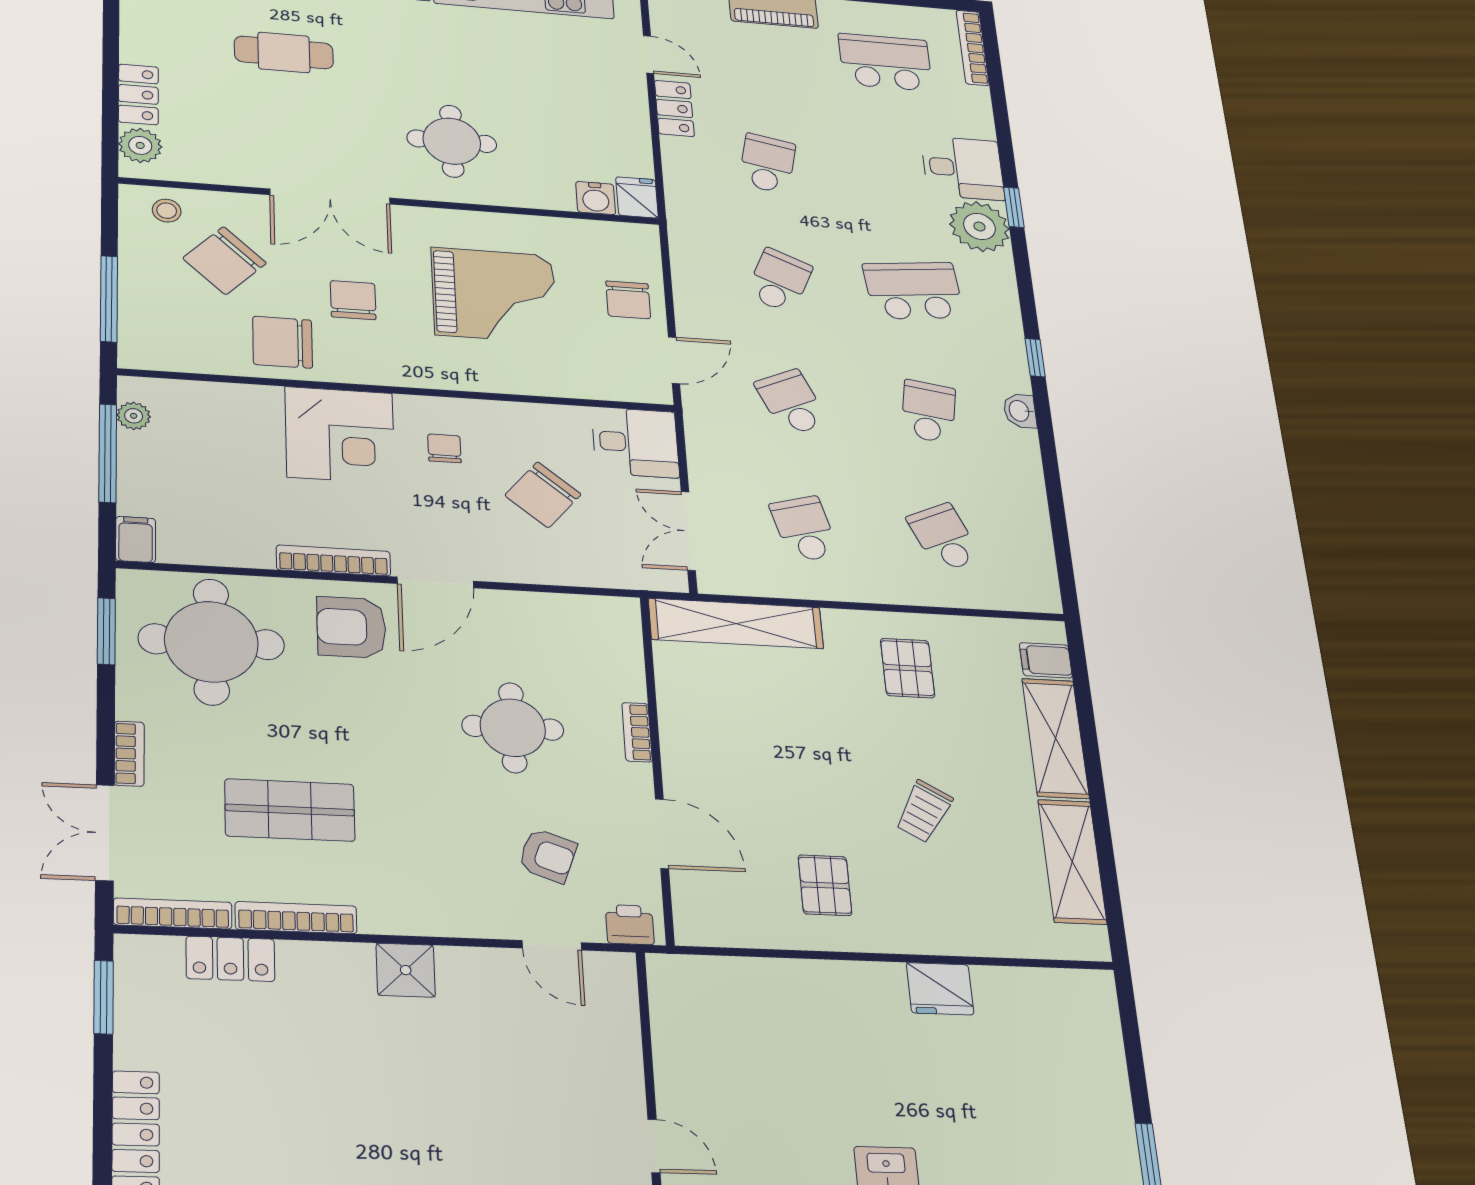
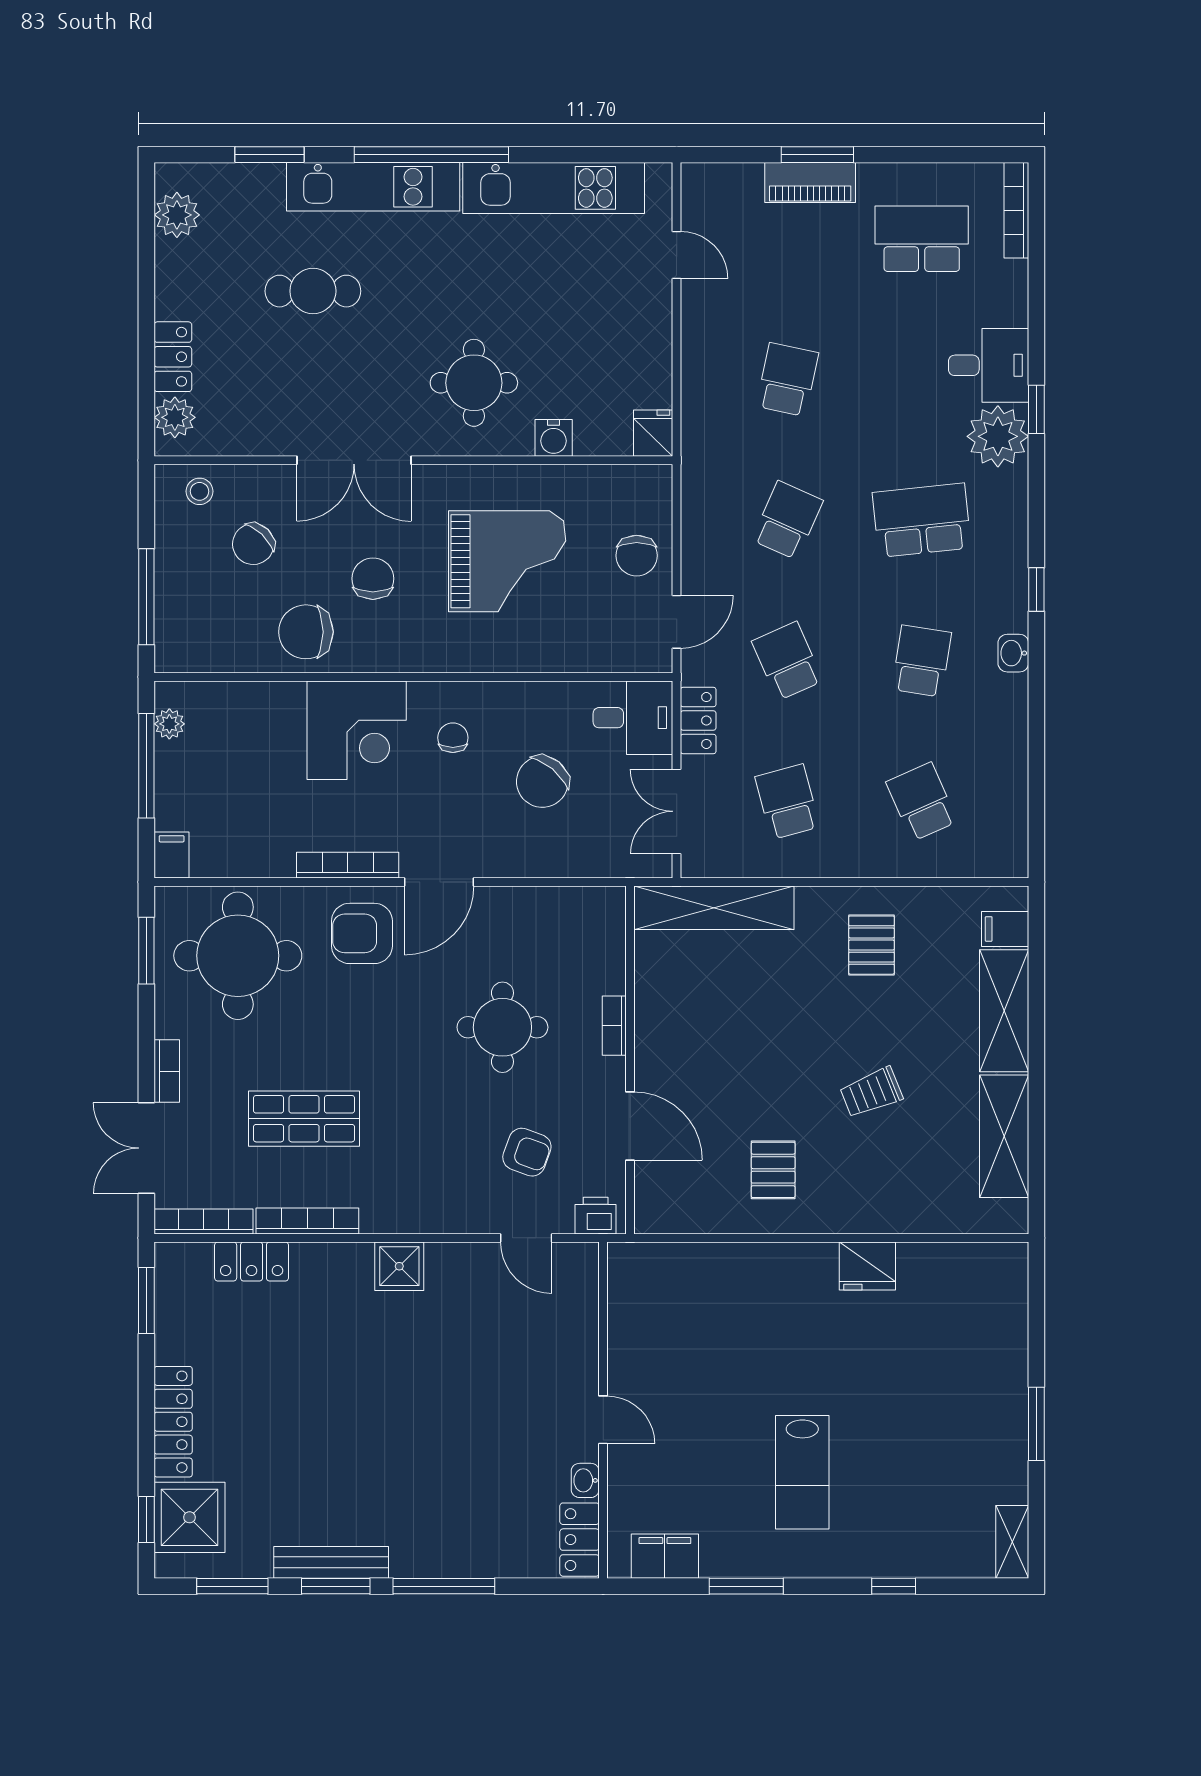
locker: (674, 108) -> (698, 721), moved
water cooler: (596, 198) -> (554, 438), moved
chair: (225, 261) -> (253, 544), width x0.73, depth x0.73
trolley: (924, 812) -> (871, 1092), turned 38

